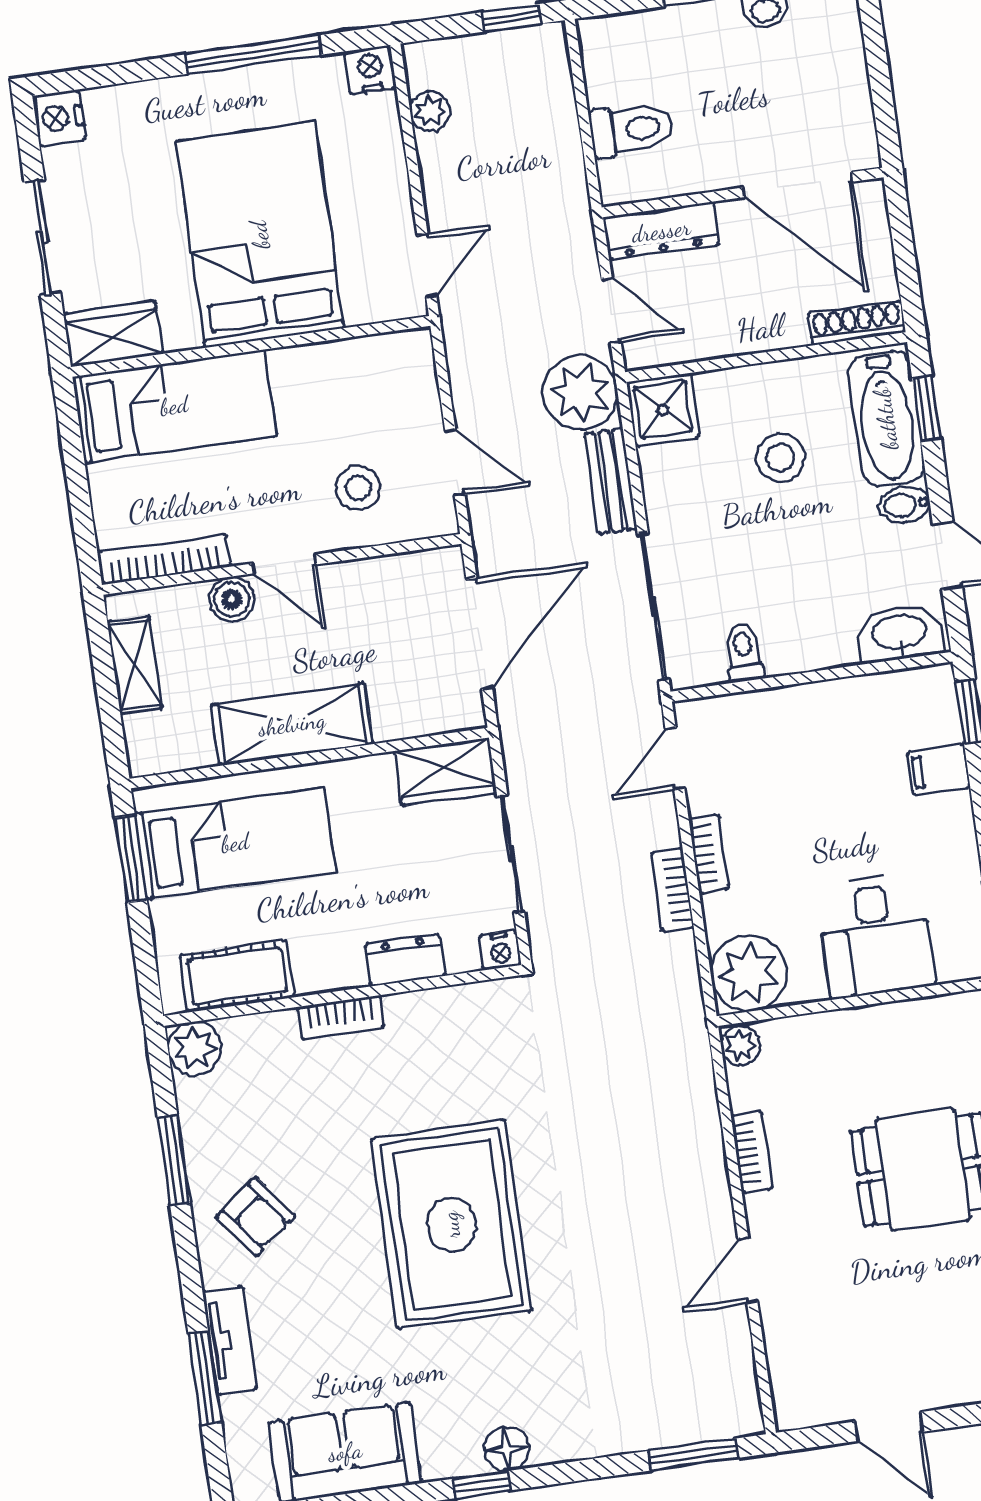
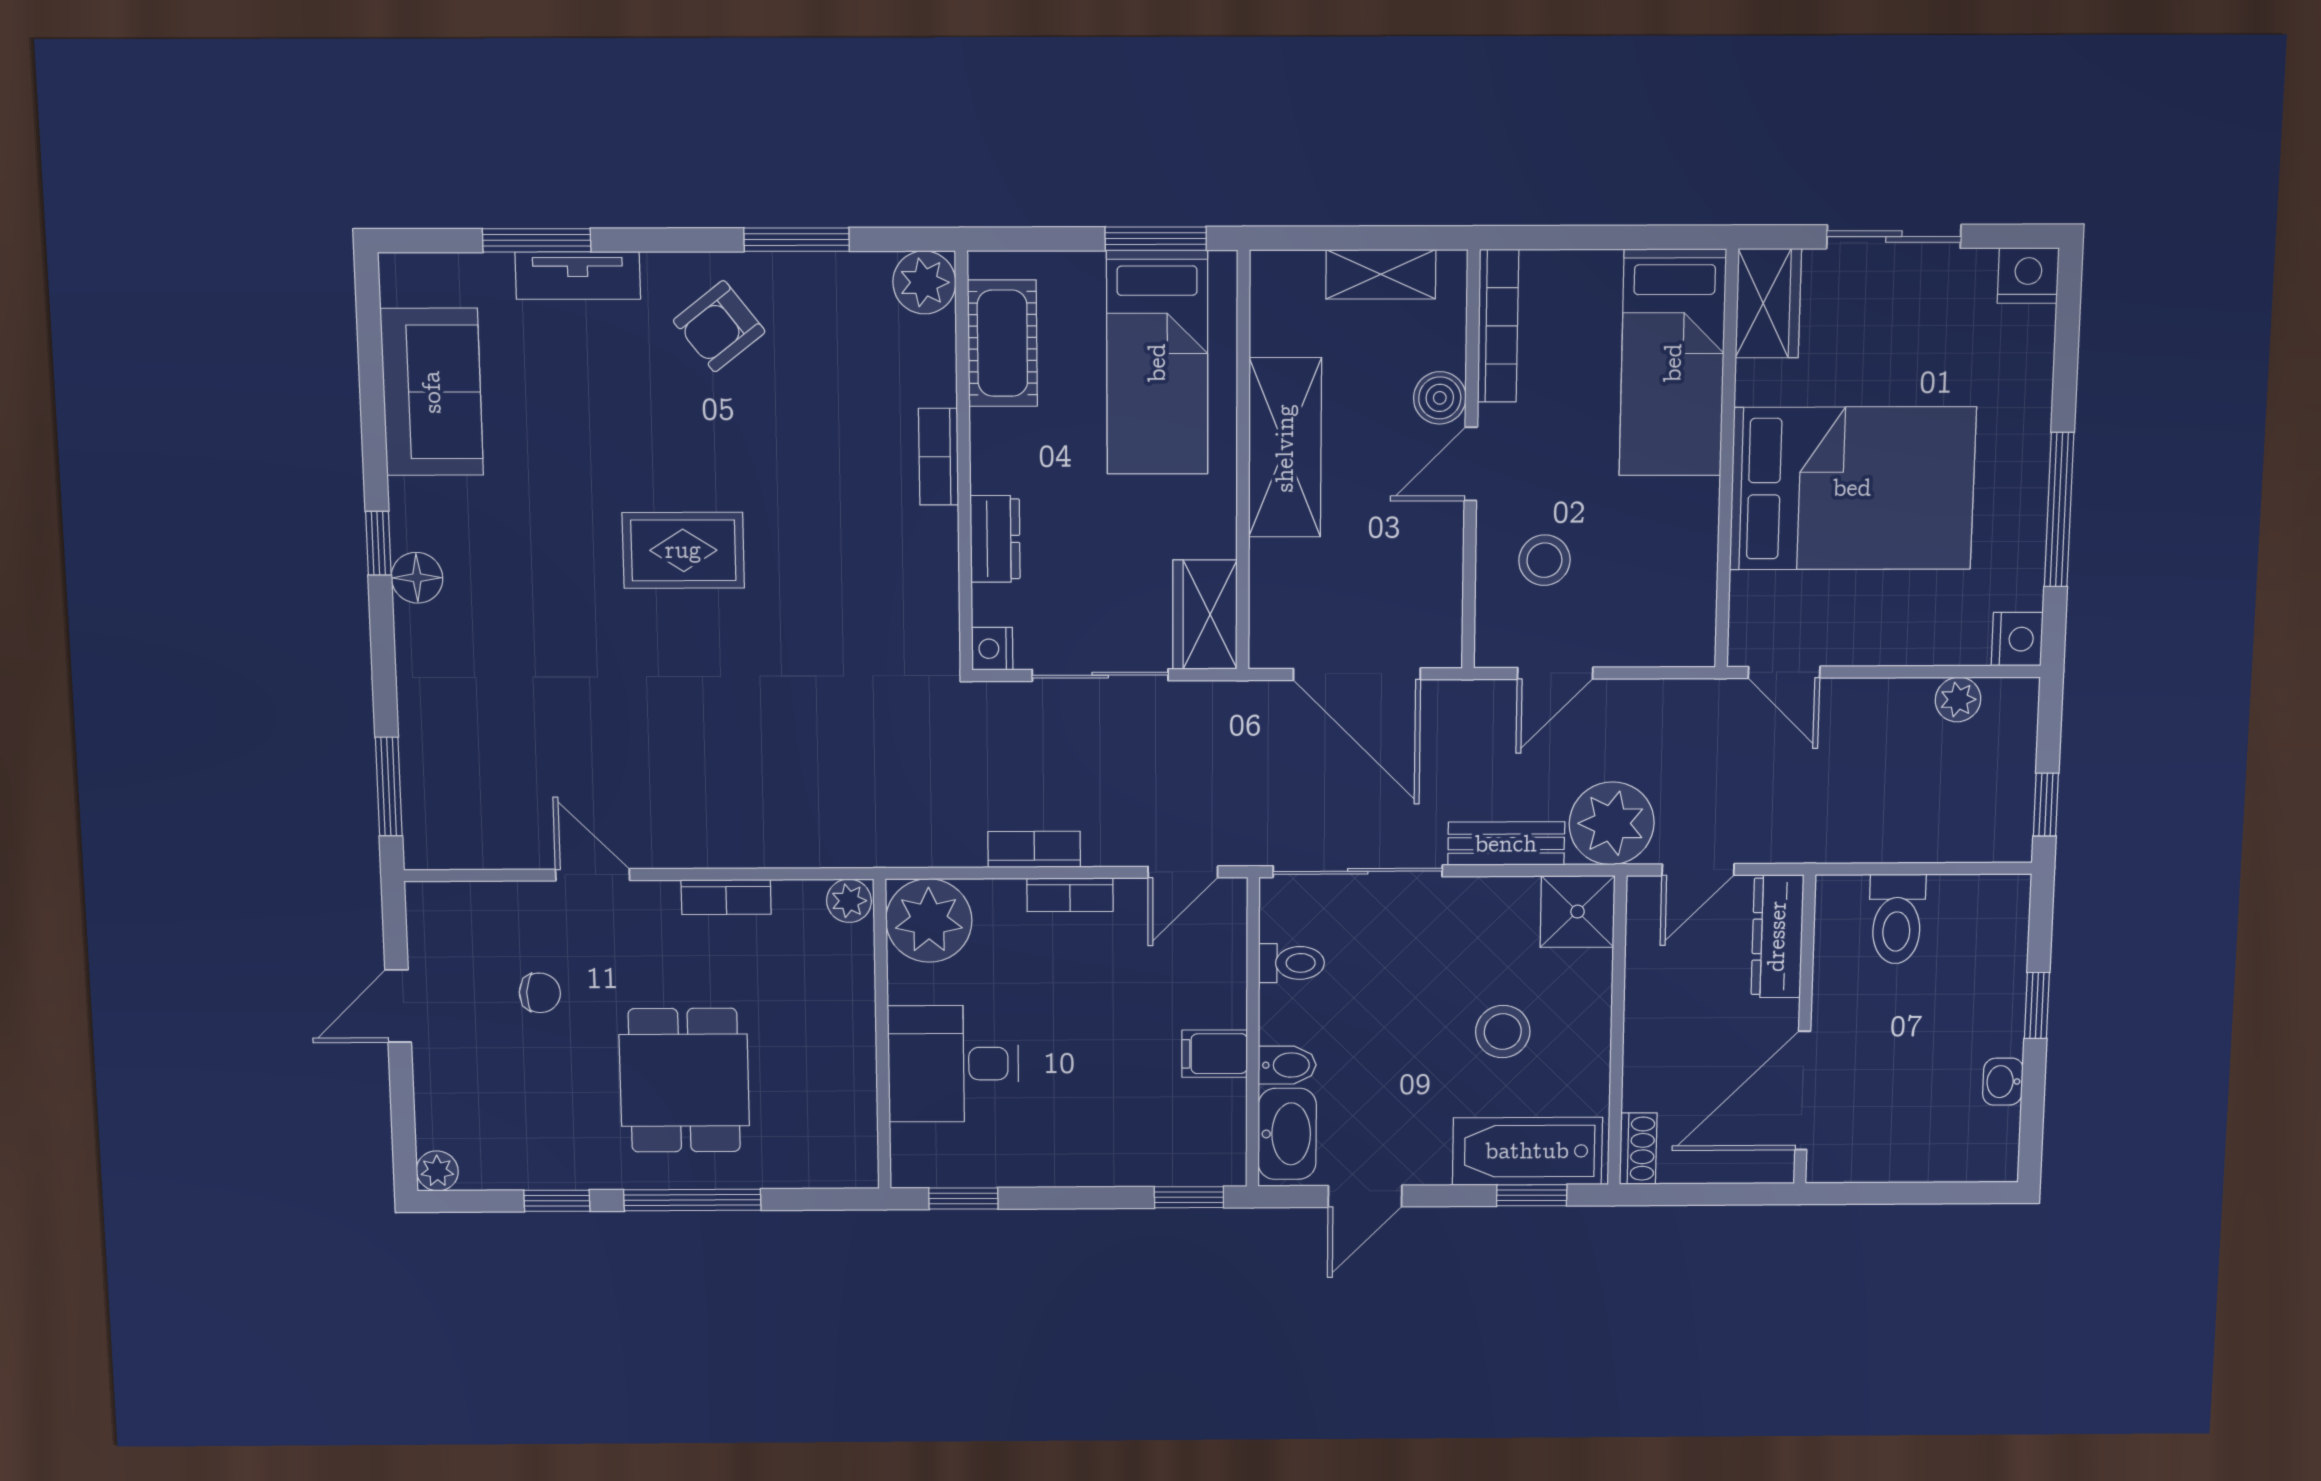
shoe rack: (857, 323) -> (1638, 1149), width x0.70
bidet: (904, 505) -> (1287, 1065), moved, turned 90
door: (675, 759) -> (1183, 872), swing flipped
filing cabinet: (939, 770) -> (1215, 1054), moved, turned -90
rug: (451, 1225) -> (683, 550), width x0.54, depth x0.49
chair: (860, 1304) -> (540, 993), added

